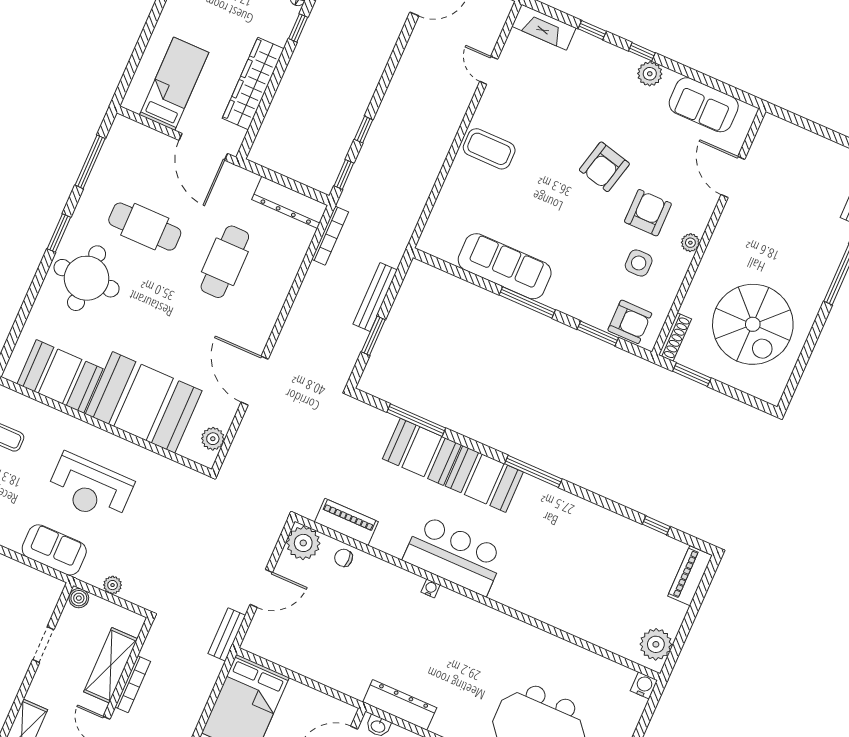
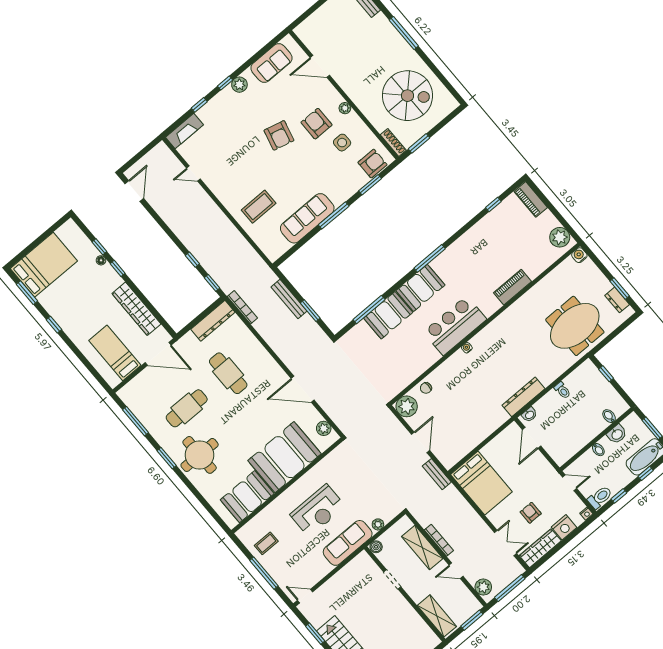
coffee table: (489, 149) -> (259, 207), moved
piano: (346, 522) -> (513, 287), moved
sofa: (54, 550) -> (348, 543), width x1.36

